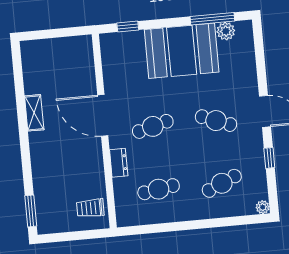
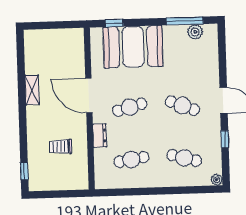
booth: (182, 51) -> (133, 47), moved
cafe table: (222, 183) -> (184, 158), turned 39
trolley: (90, 208) -> (60, 147), moved
window: (31, 211) -> (24, 171), width x0.67

